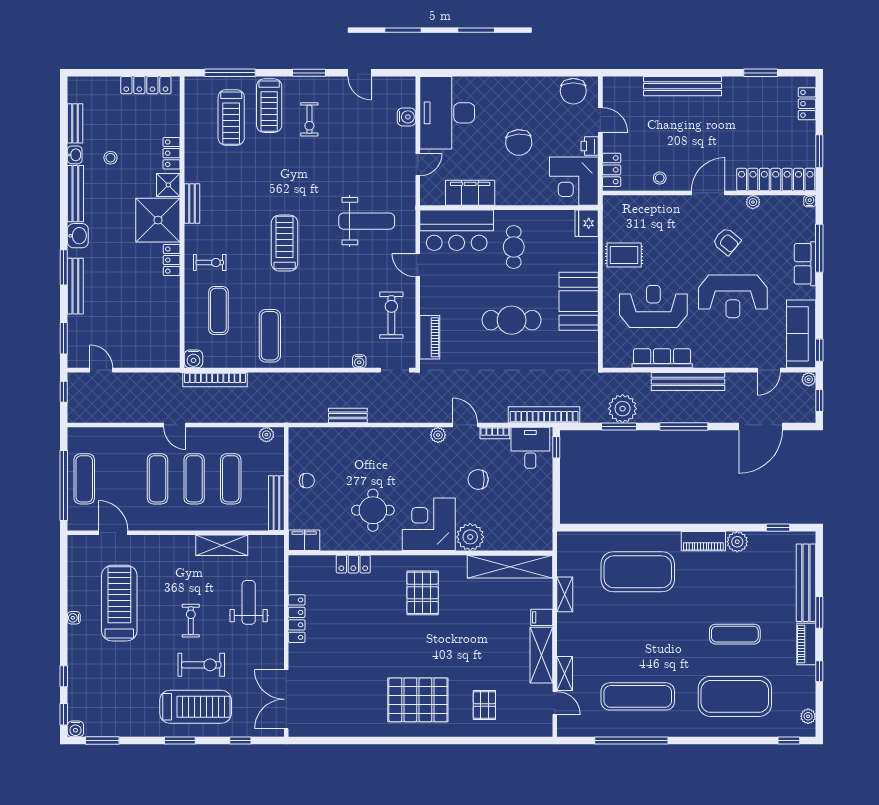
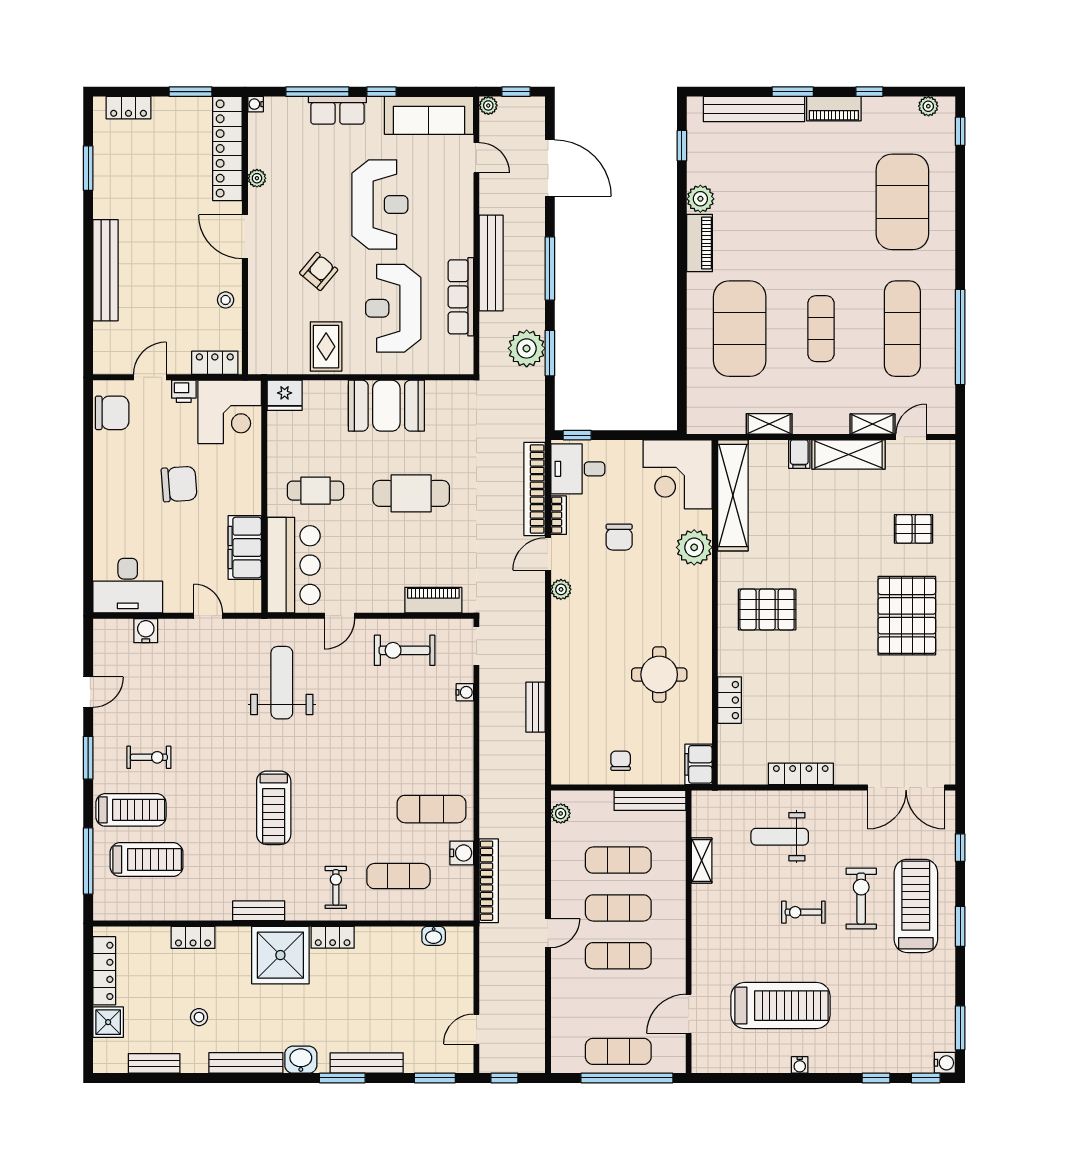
desk: (447, 113) -> (128, 586), width x0.73, depth x0.77
washbasin: (75, 155) -> (434, 936), moved, turned 180
shower: (168, 185) -> (108, 1022), moved
armchair: (727, 241) -> (319, 271), moved
treadmill: (285, 243) -> (274, 808), moved, turned -90
cafe table: (512, 320) -> (411, 493), turned 90
window: (819, 350) -> (382, 92), moved
water cooler: (193, 359) -> (462, 853), moved
bookcase: (544, 415) -> (535, 489), moved
corner desk: (429, 524) -> (678, 474), moved
shelving: (222, 545) -> (702, 860), width x0.67, depth x0.75
treadmill: (119, 603) -> (781, 1006), turned 180
exercise mat: (735, 634) -> (821, 329), moved

